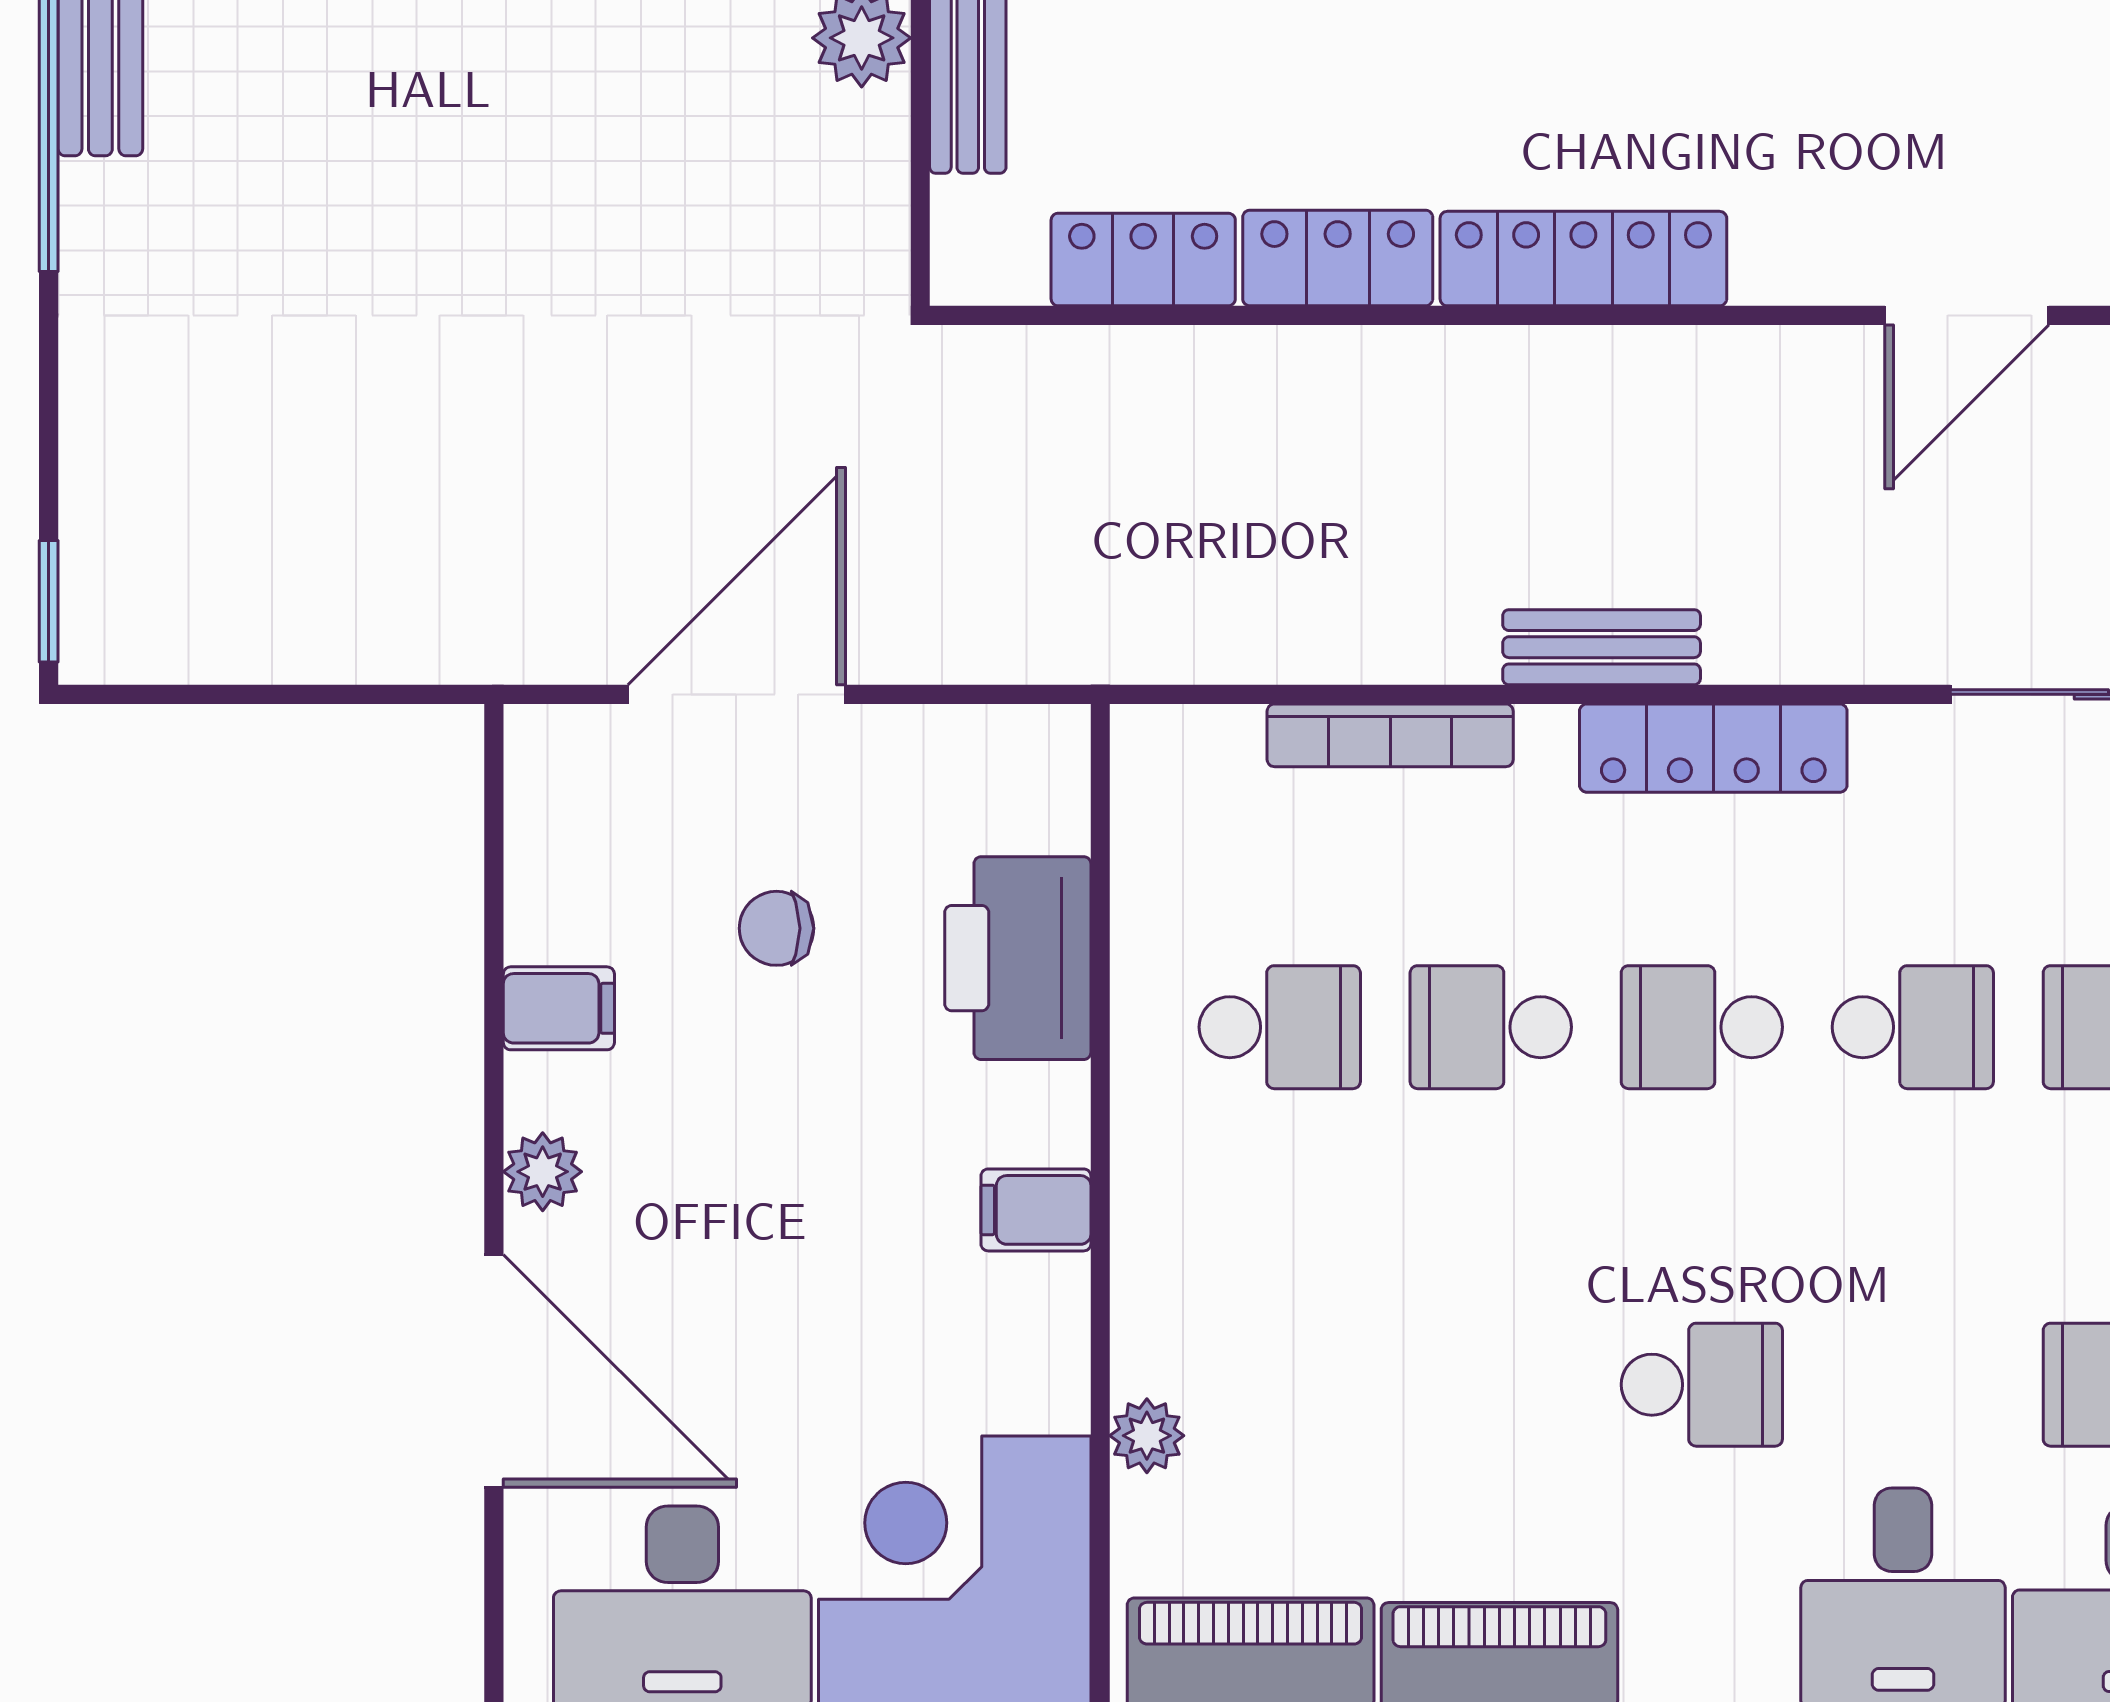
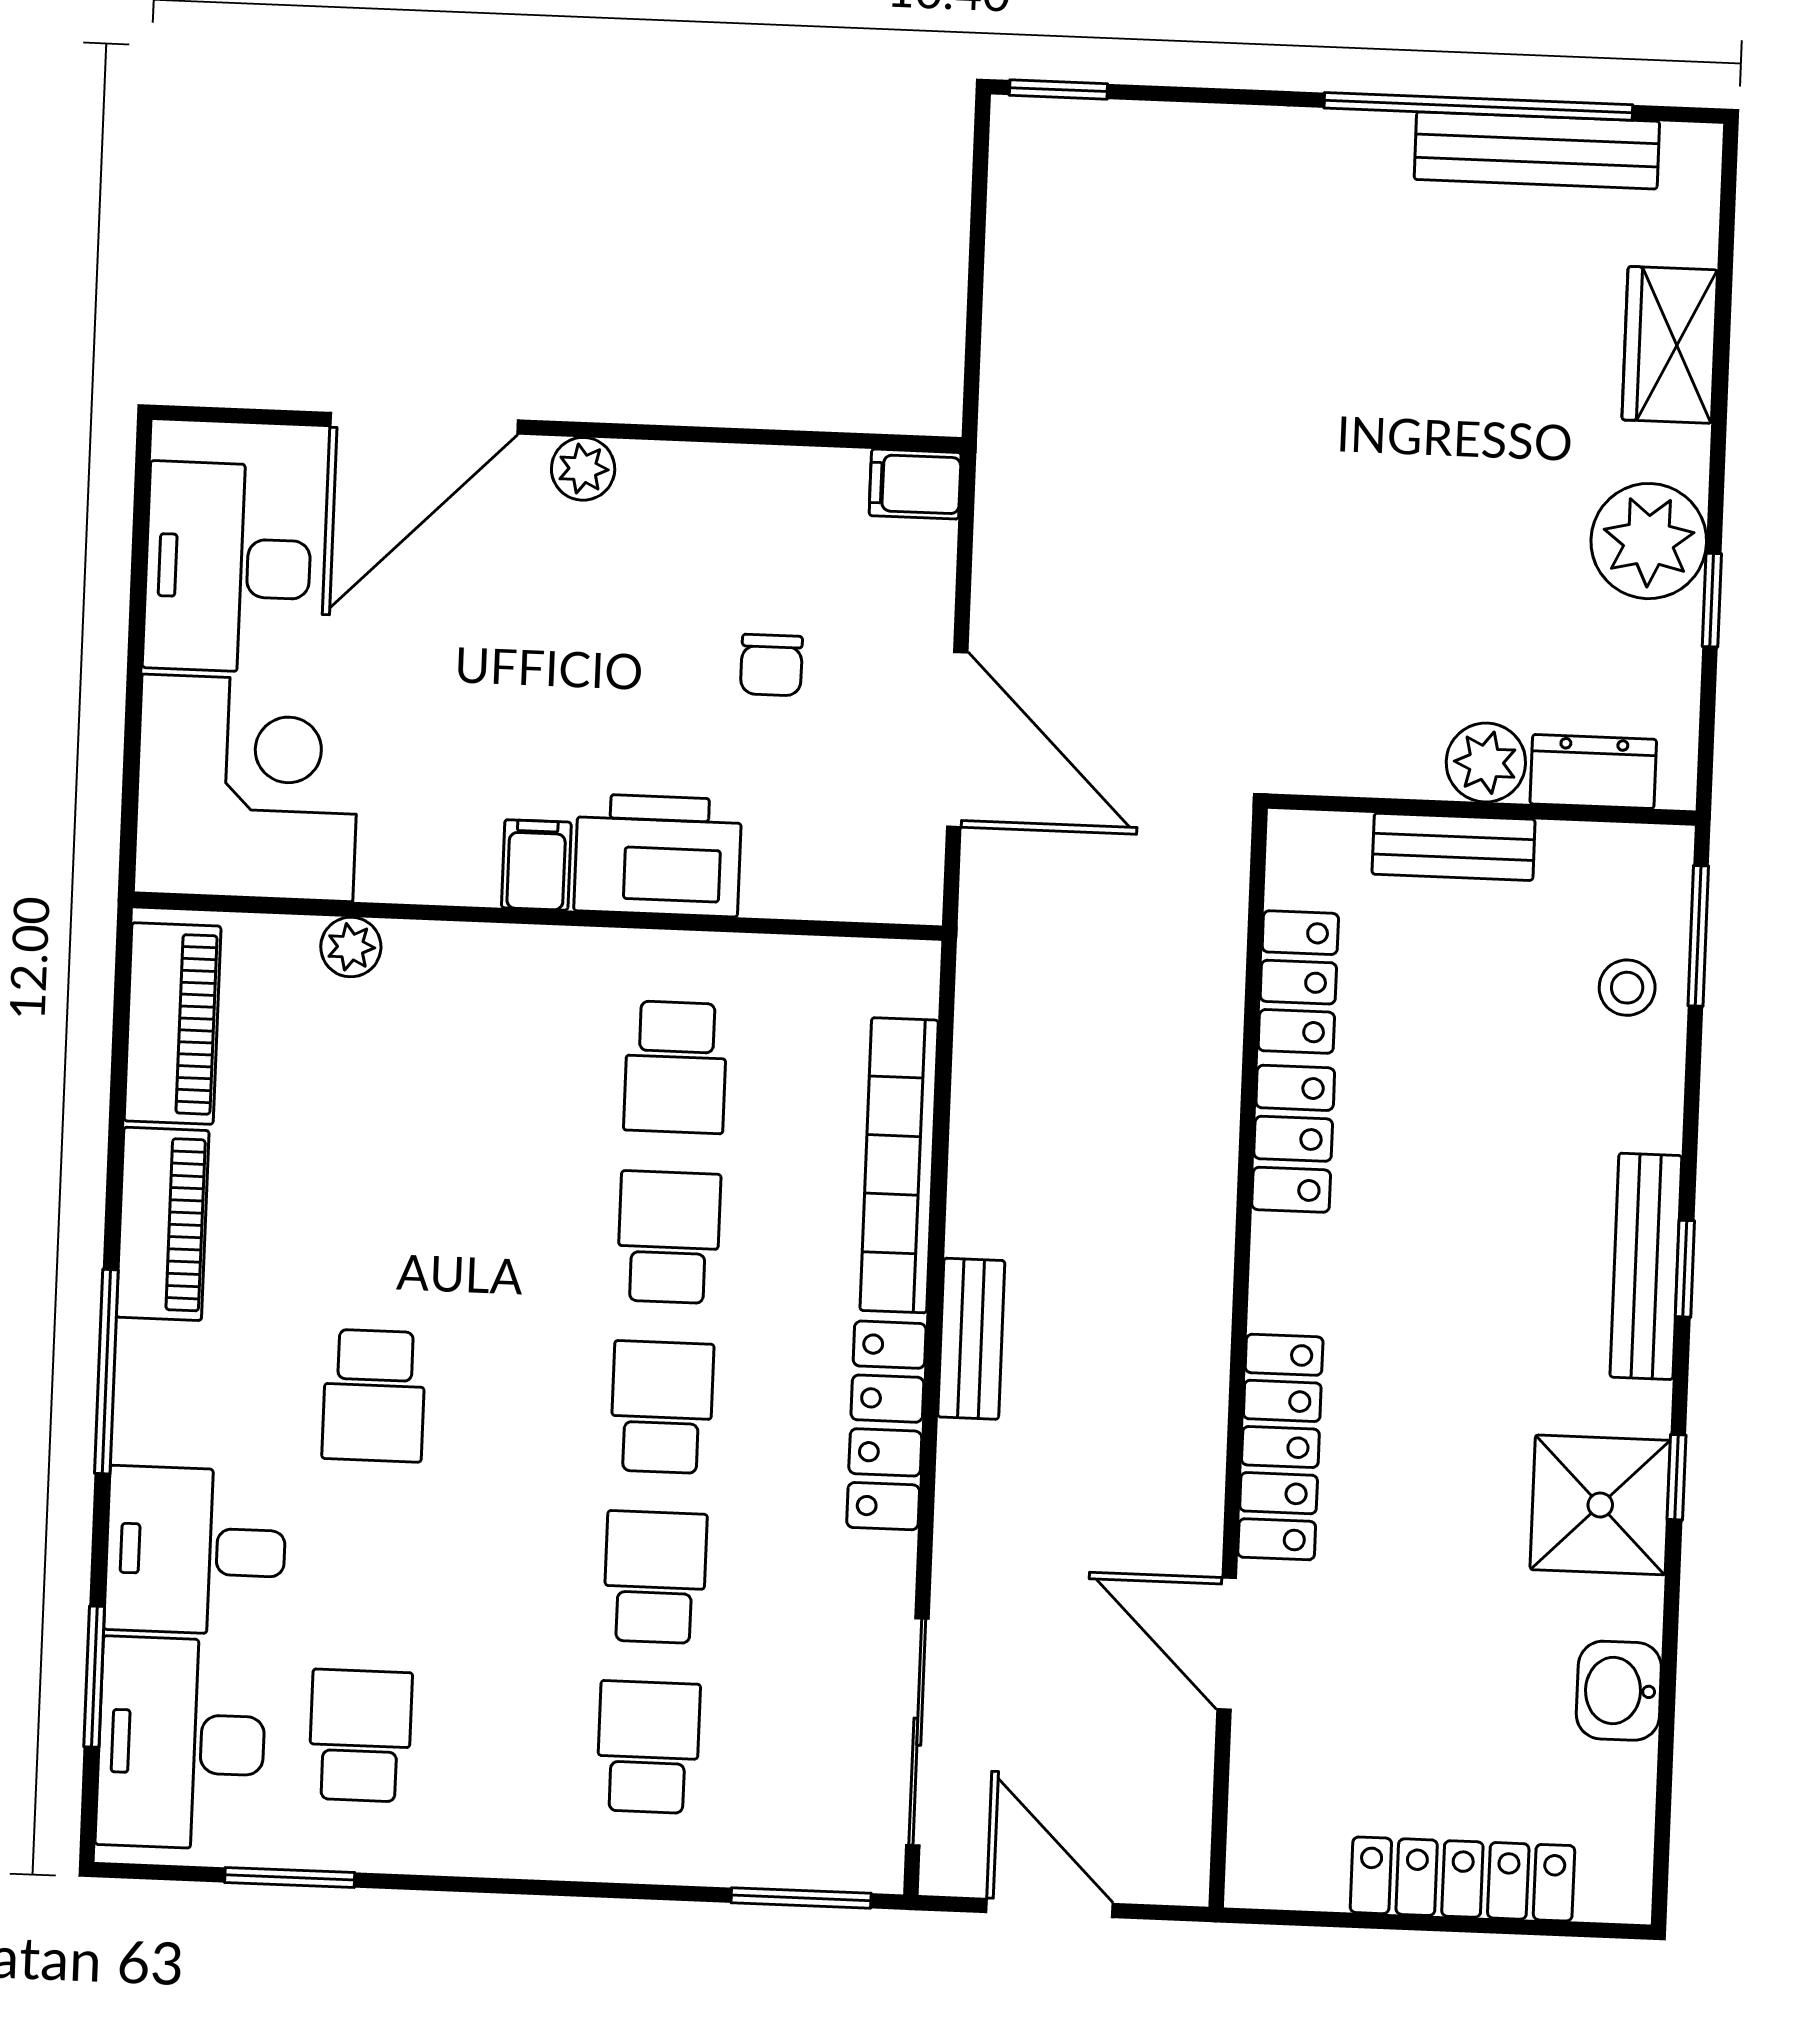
locker: (1583, 259) -> (1280, 1447), moved
door: (737, 694) -> (957, 739), moved
bookcase: (1390, 735) -> (899, 1165), width x1.48, depth x1.31
chair: (776, 928) -> (771, 665), turned 180
printer: (1018, 958) -> (658, 855), moved
filing cabinet: (559, 1008) -> (915, 484), moved, turned 90
school desk: (1913, 1027) -> (655, 1577), turned 180

